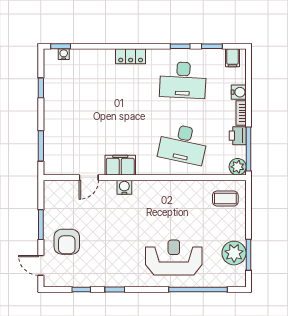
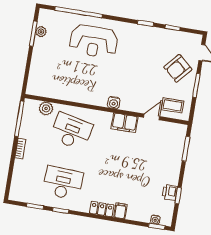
filing cabinet: (233, 58) -> (120, 211), moved
water cooler: (239, 92) -> (19, 166), removed
printer: (238, 136) -> (170, 192), moved, turned 180
plant: (238, 167) -> (46, 108), moved
water cooler: (124, 187) -> (114, 103), moved
coffee table: (225, 198) -> (172, 105), moved
armchair: (67, 242) -> (178, 68), turned -139
plant: (234, 253) -> (41, 32), width x0.53, depth x0.53

